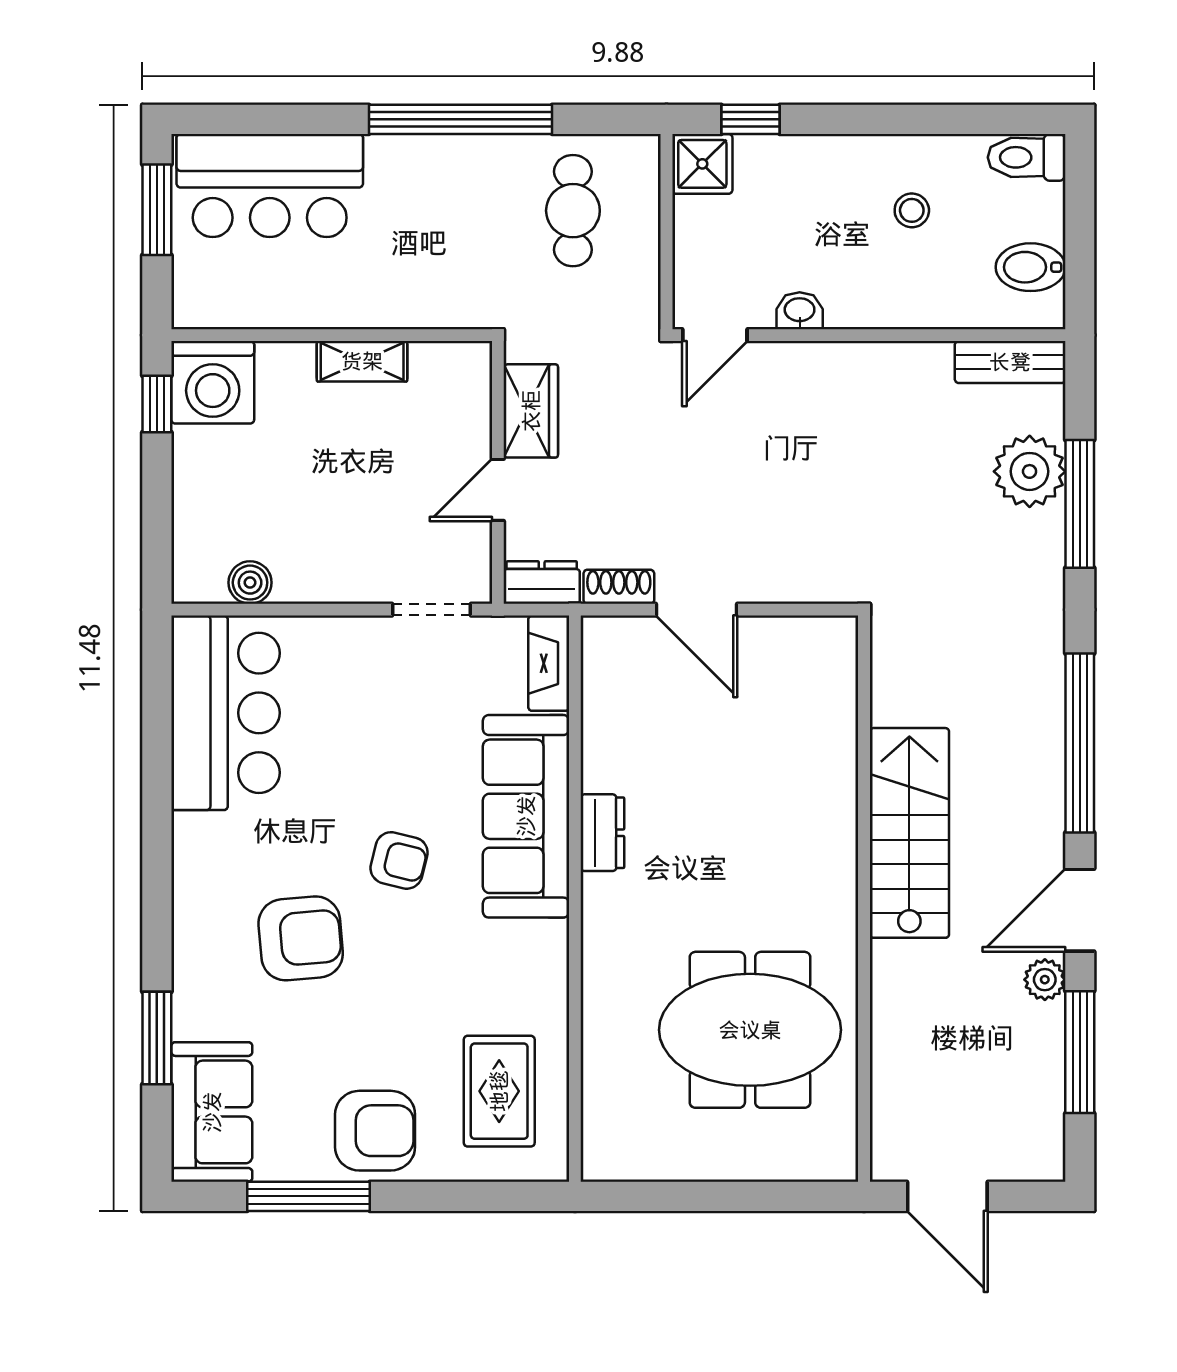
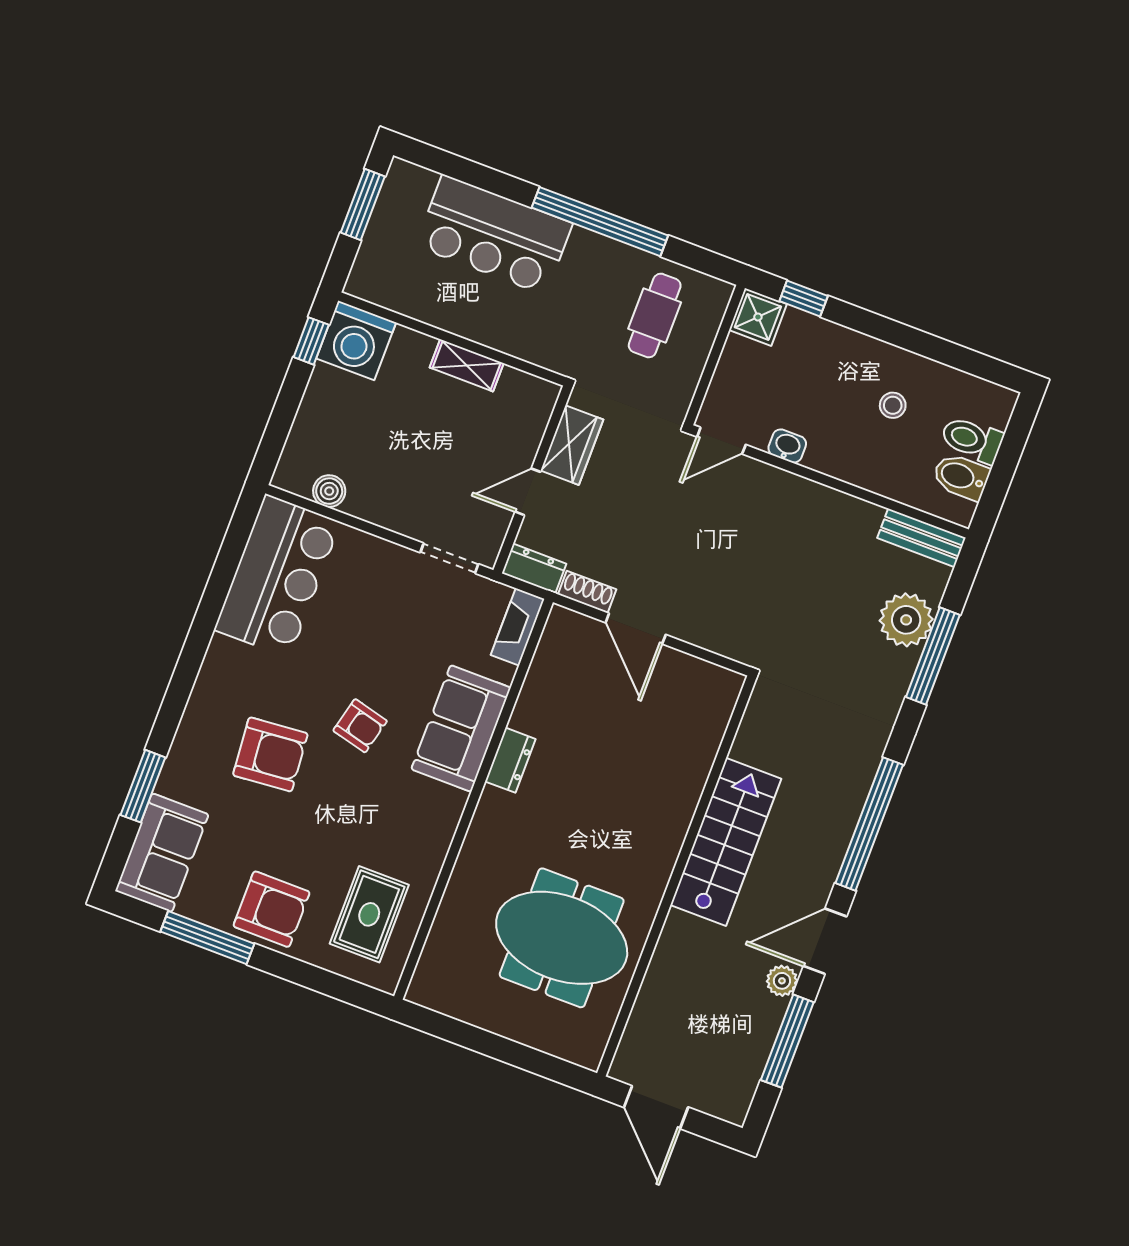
toilet: (1027, 157) -> (972, 440), moved
bar counter: (270, 186) -> (494, 235), moved
sofa: (526, 816) -> (461, 728), width x0.73

